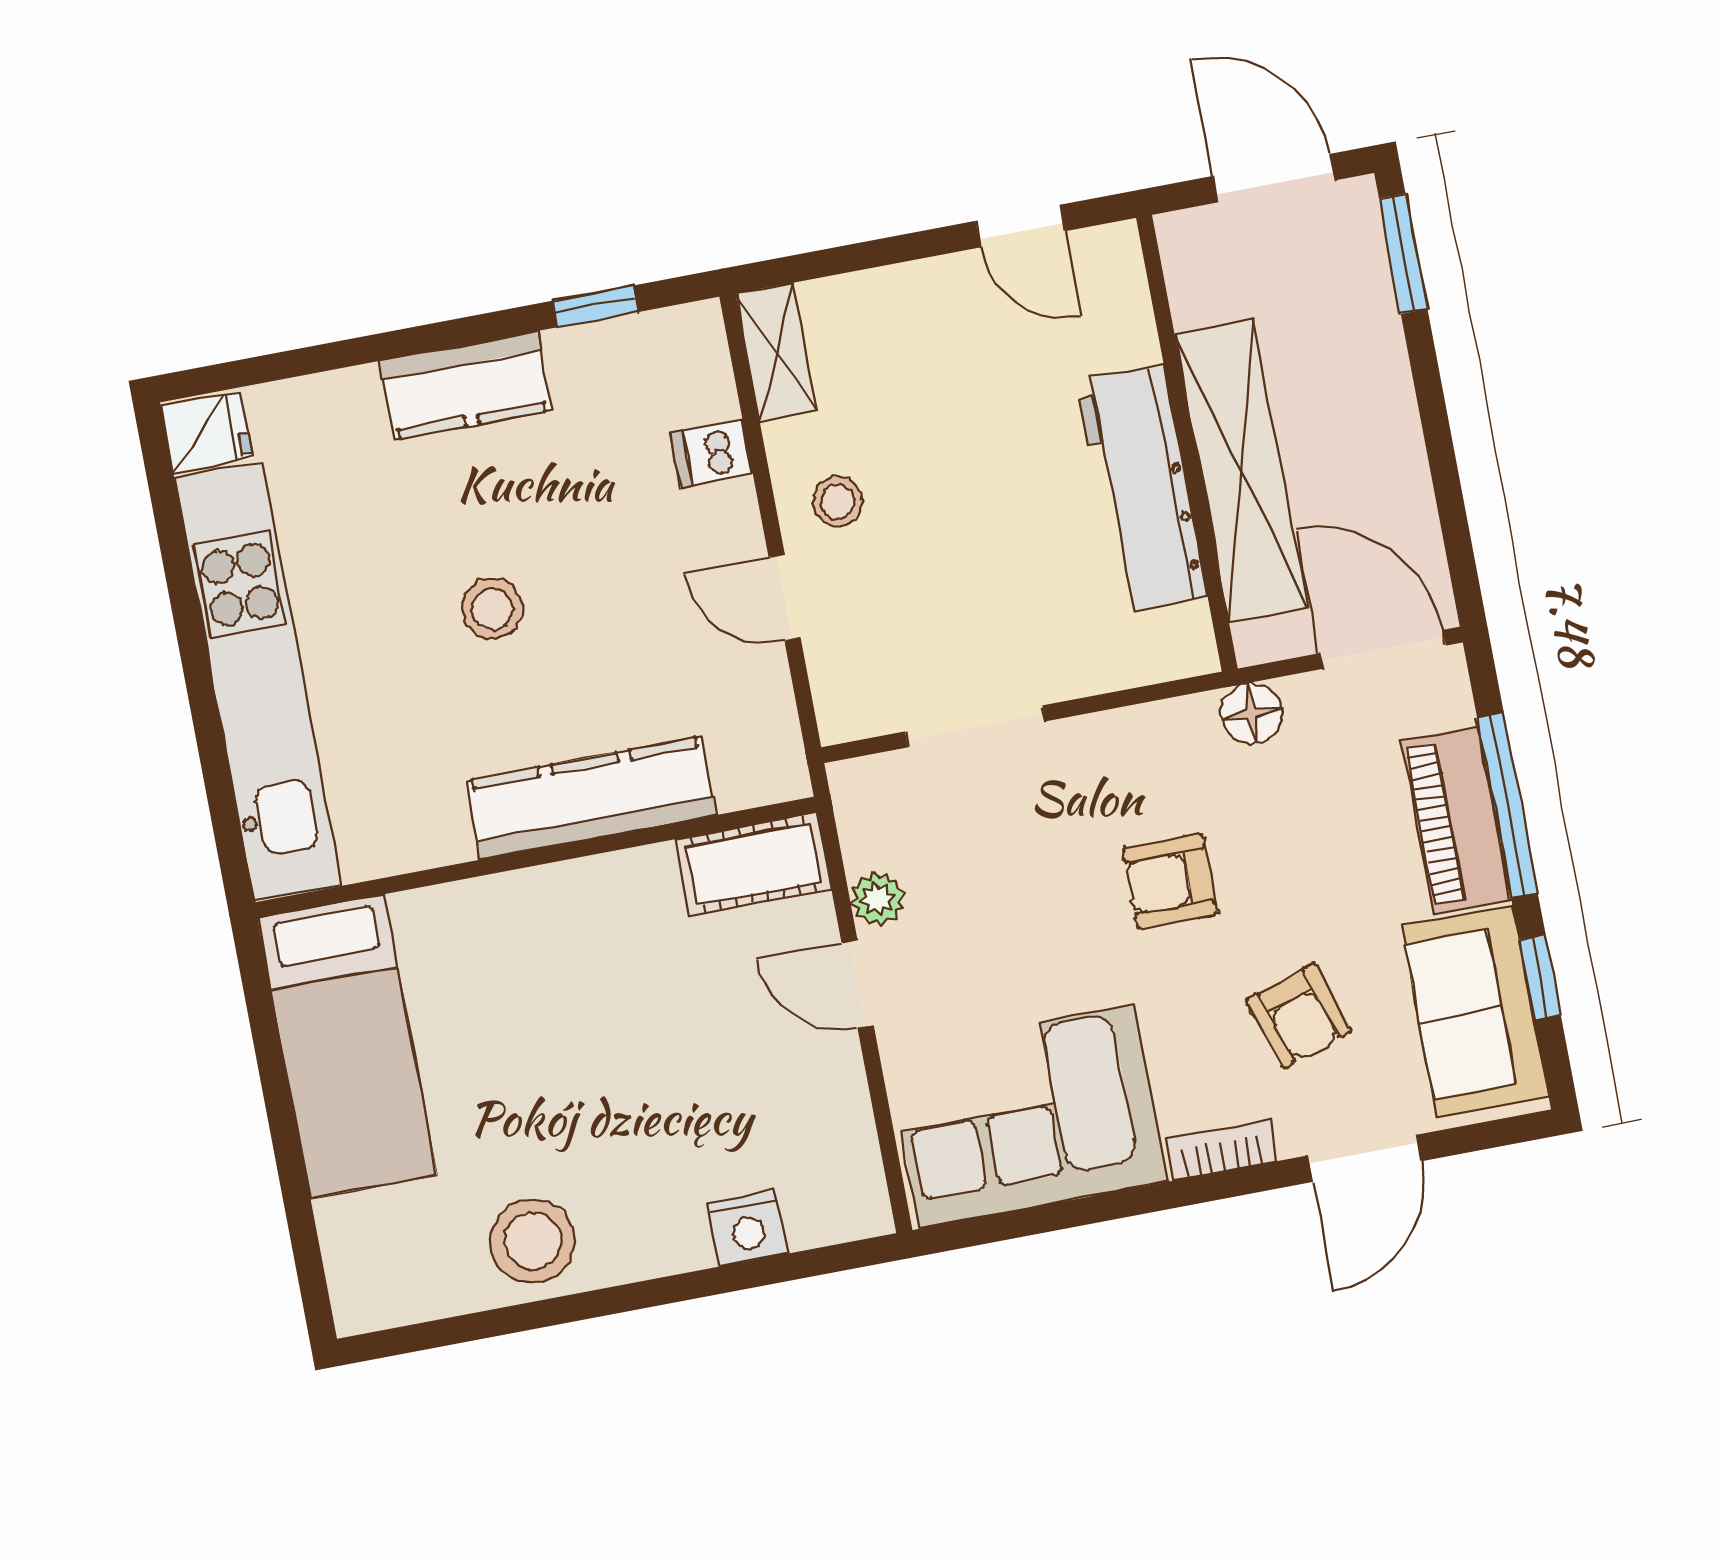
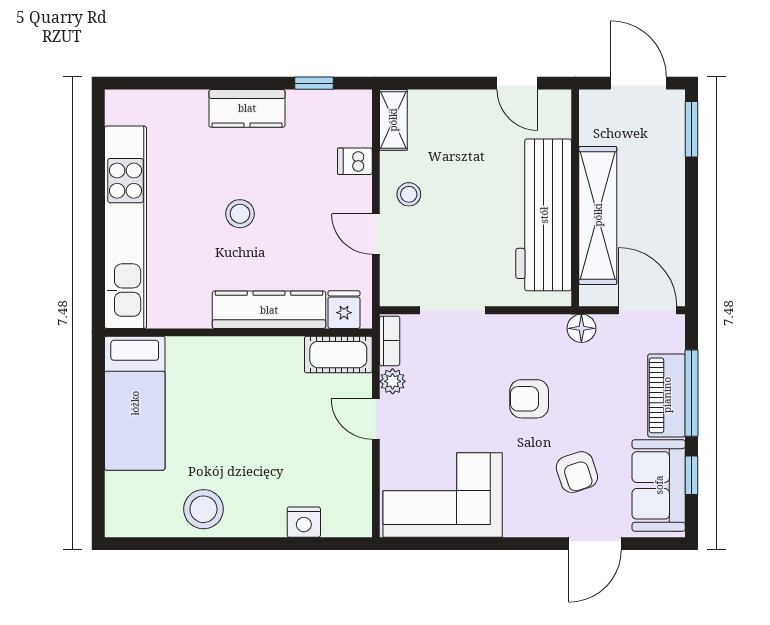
fridge: (207, 432) -> (344, 310), moved, turned -90
workbench: (1142, 488) -> (544, 215), width x1.36, depth x1.32
bookcase: (1222, 1150) -> (390, 341), moved, turned 90

